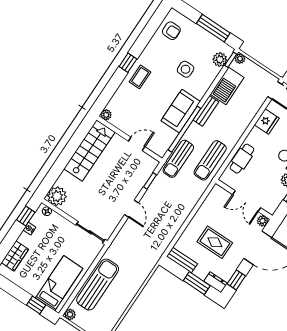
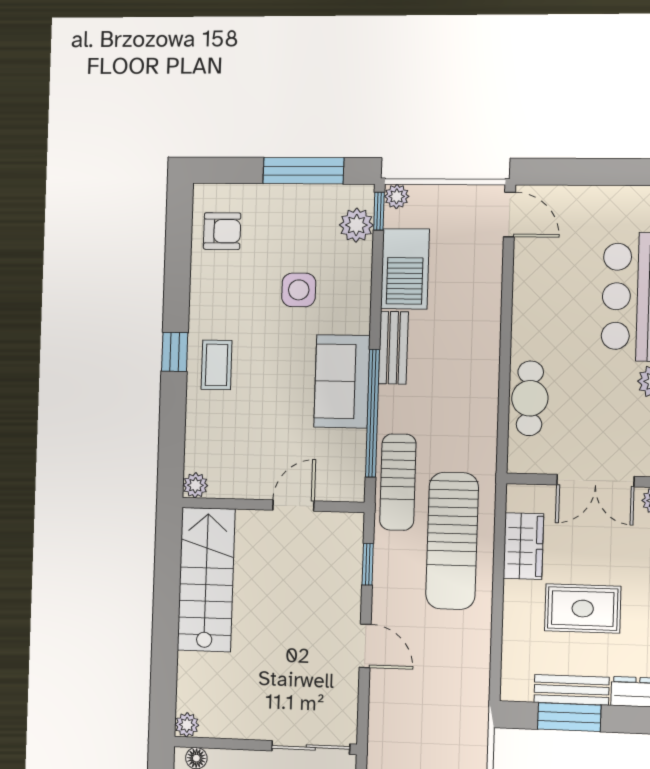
fridge: (267, 121) -> (533, 289), removed
sun lounger: (210, 160) -> (452, 541), moved, width x1.36, depth x1.34
plant: (57, 196) -> (187, 725), width x0.53, depth x0.53
wardrobe: (208, 208) -> (523, 546), added
bench: (182, 260) -> (572, 690), moved
window: (197, 283) -> (569, 717), moved

